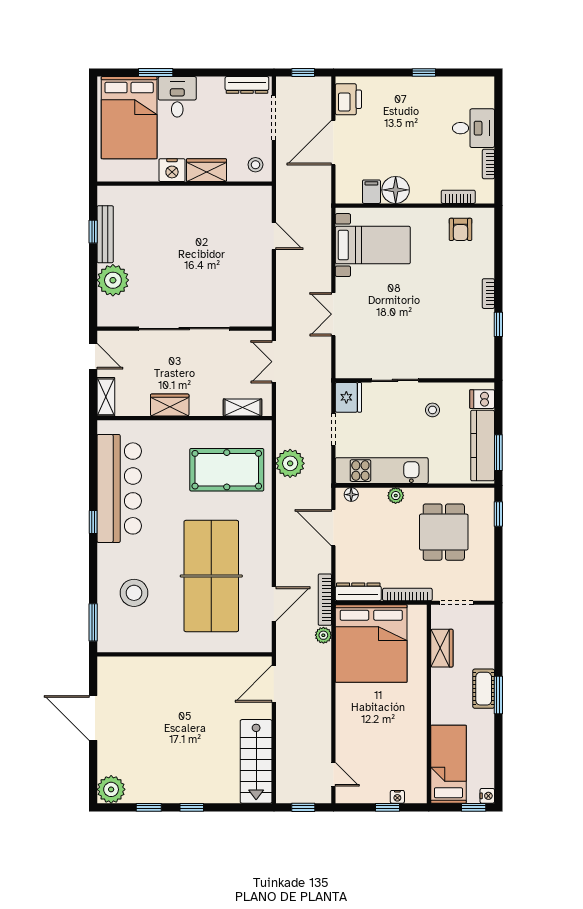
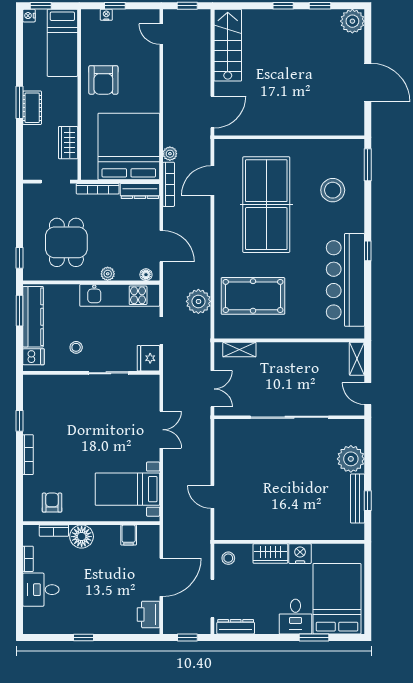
floor lamp: (396, 190) -> (82, 537), moved
bookcase: (488, 294) -> (28, 455), width x1.56
wardrobe: (170, 405) -> (302, 352), removed
armchair: (401, 721) -> (103, 80), added

